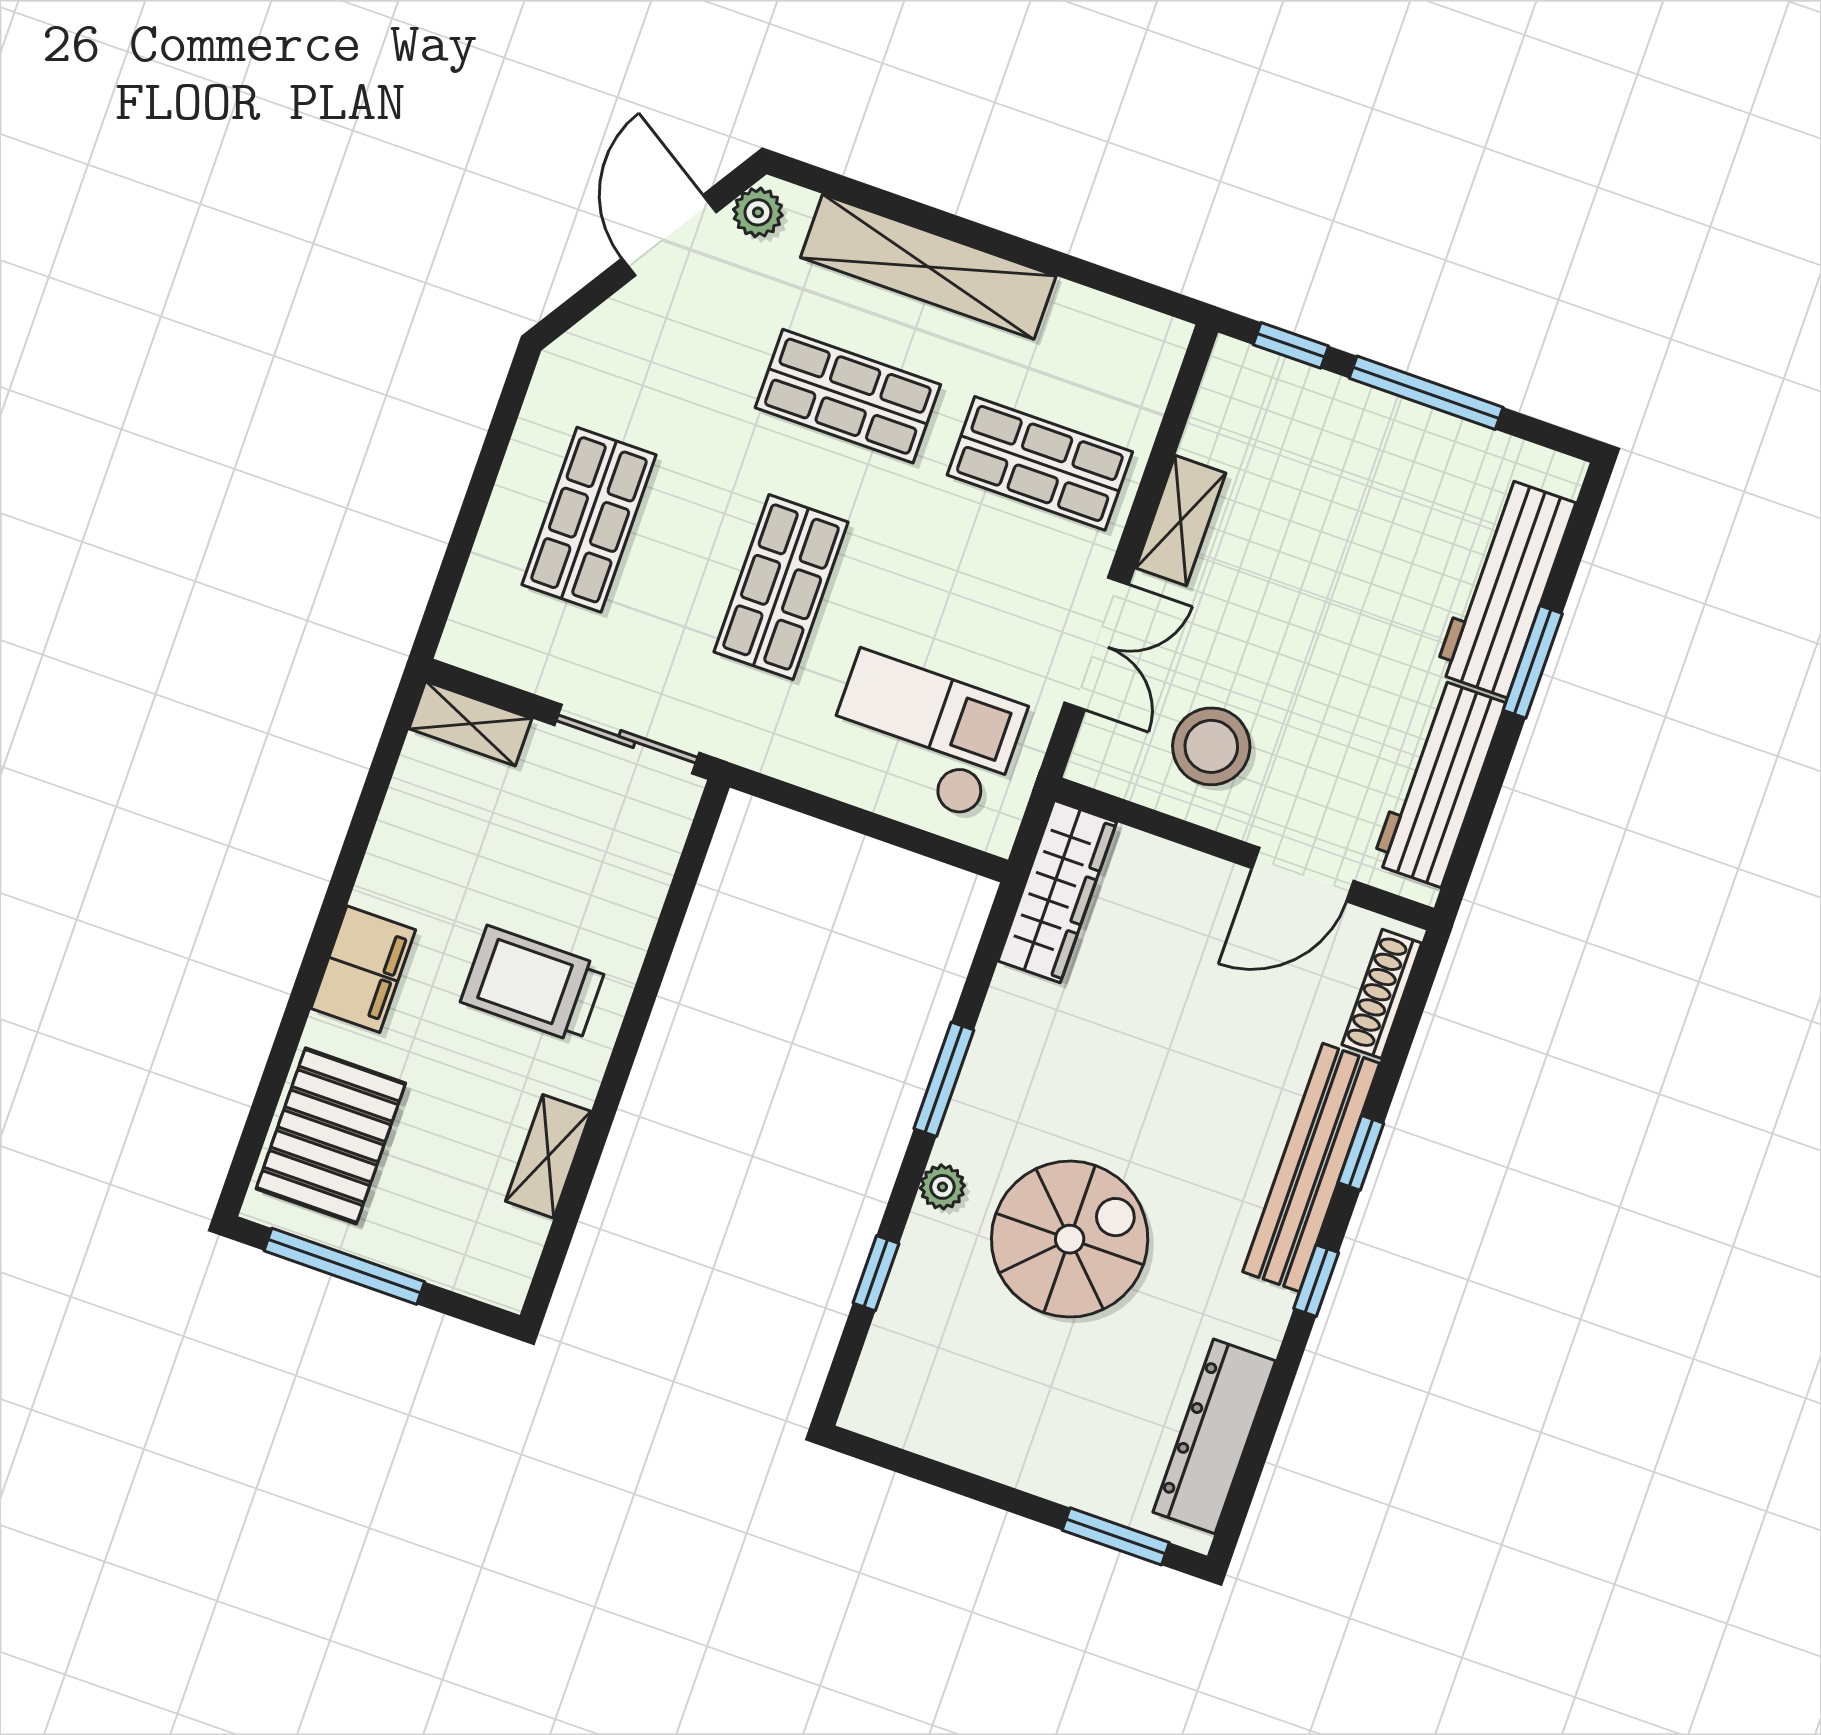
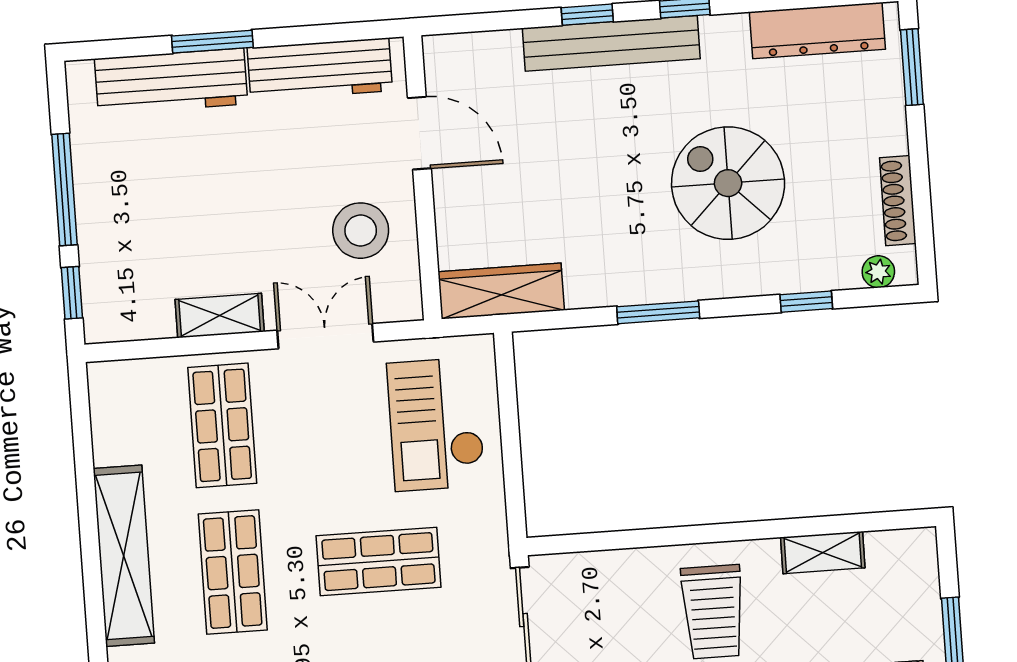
shoe rack: (1382, 994) -> (898, 201), moved, turned 90
plant: (942, 1187) -> (878, 272), moved

